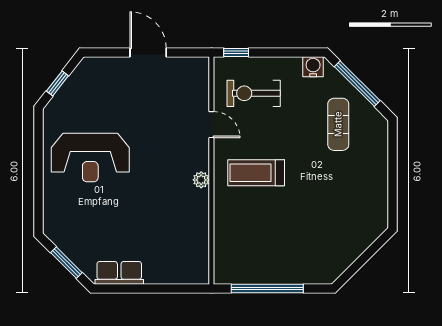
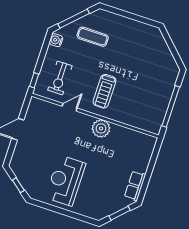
reception desk: (90, 157) -> (66, 181), turned 180
plant: (201, 180) -> (101, 128), width x1.87, depth x1.87

